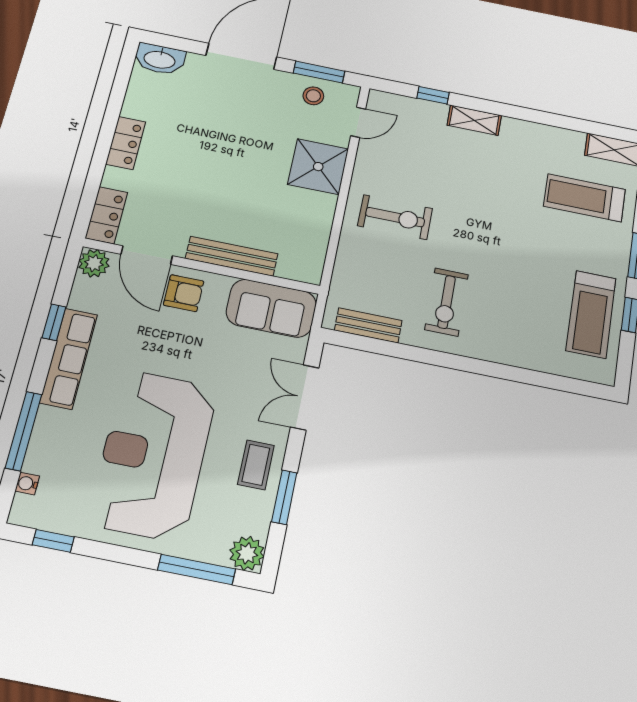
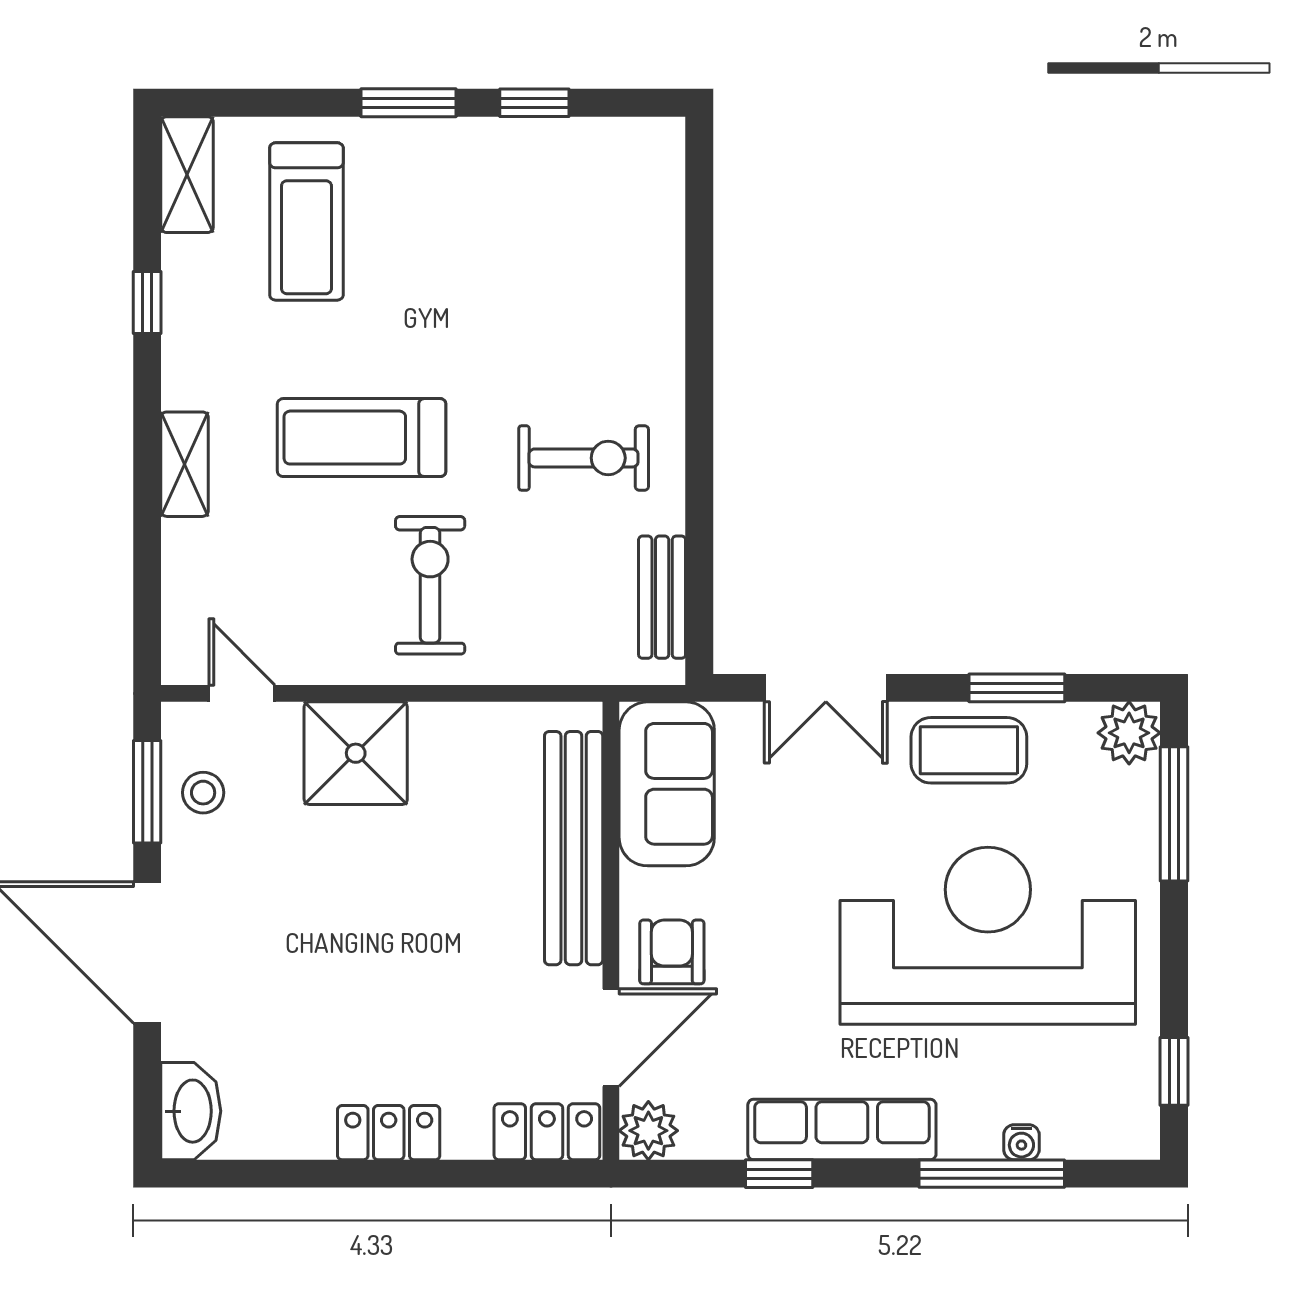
window: (433, 95) -> (147, 303), moved
bench: (232, 256) -> (574, 848), width x1.37, depth x1.21
treadmill: (591, 314) -> (362, 438), moved, turned 180
reception desk: (153, 455) -> (988, 936), turned 180
coffee table: (256, 465) -> (969, 750), width x1.36, depth x1.30
water cooler: (27, 484) -> (1021, 1142), moved

